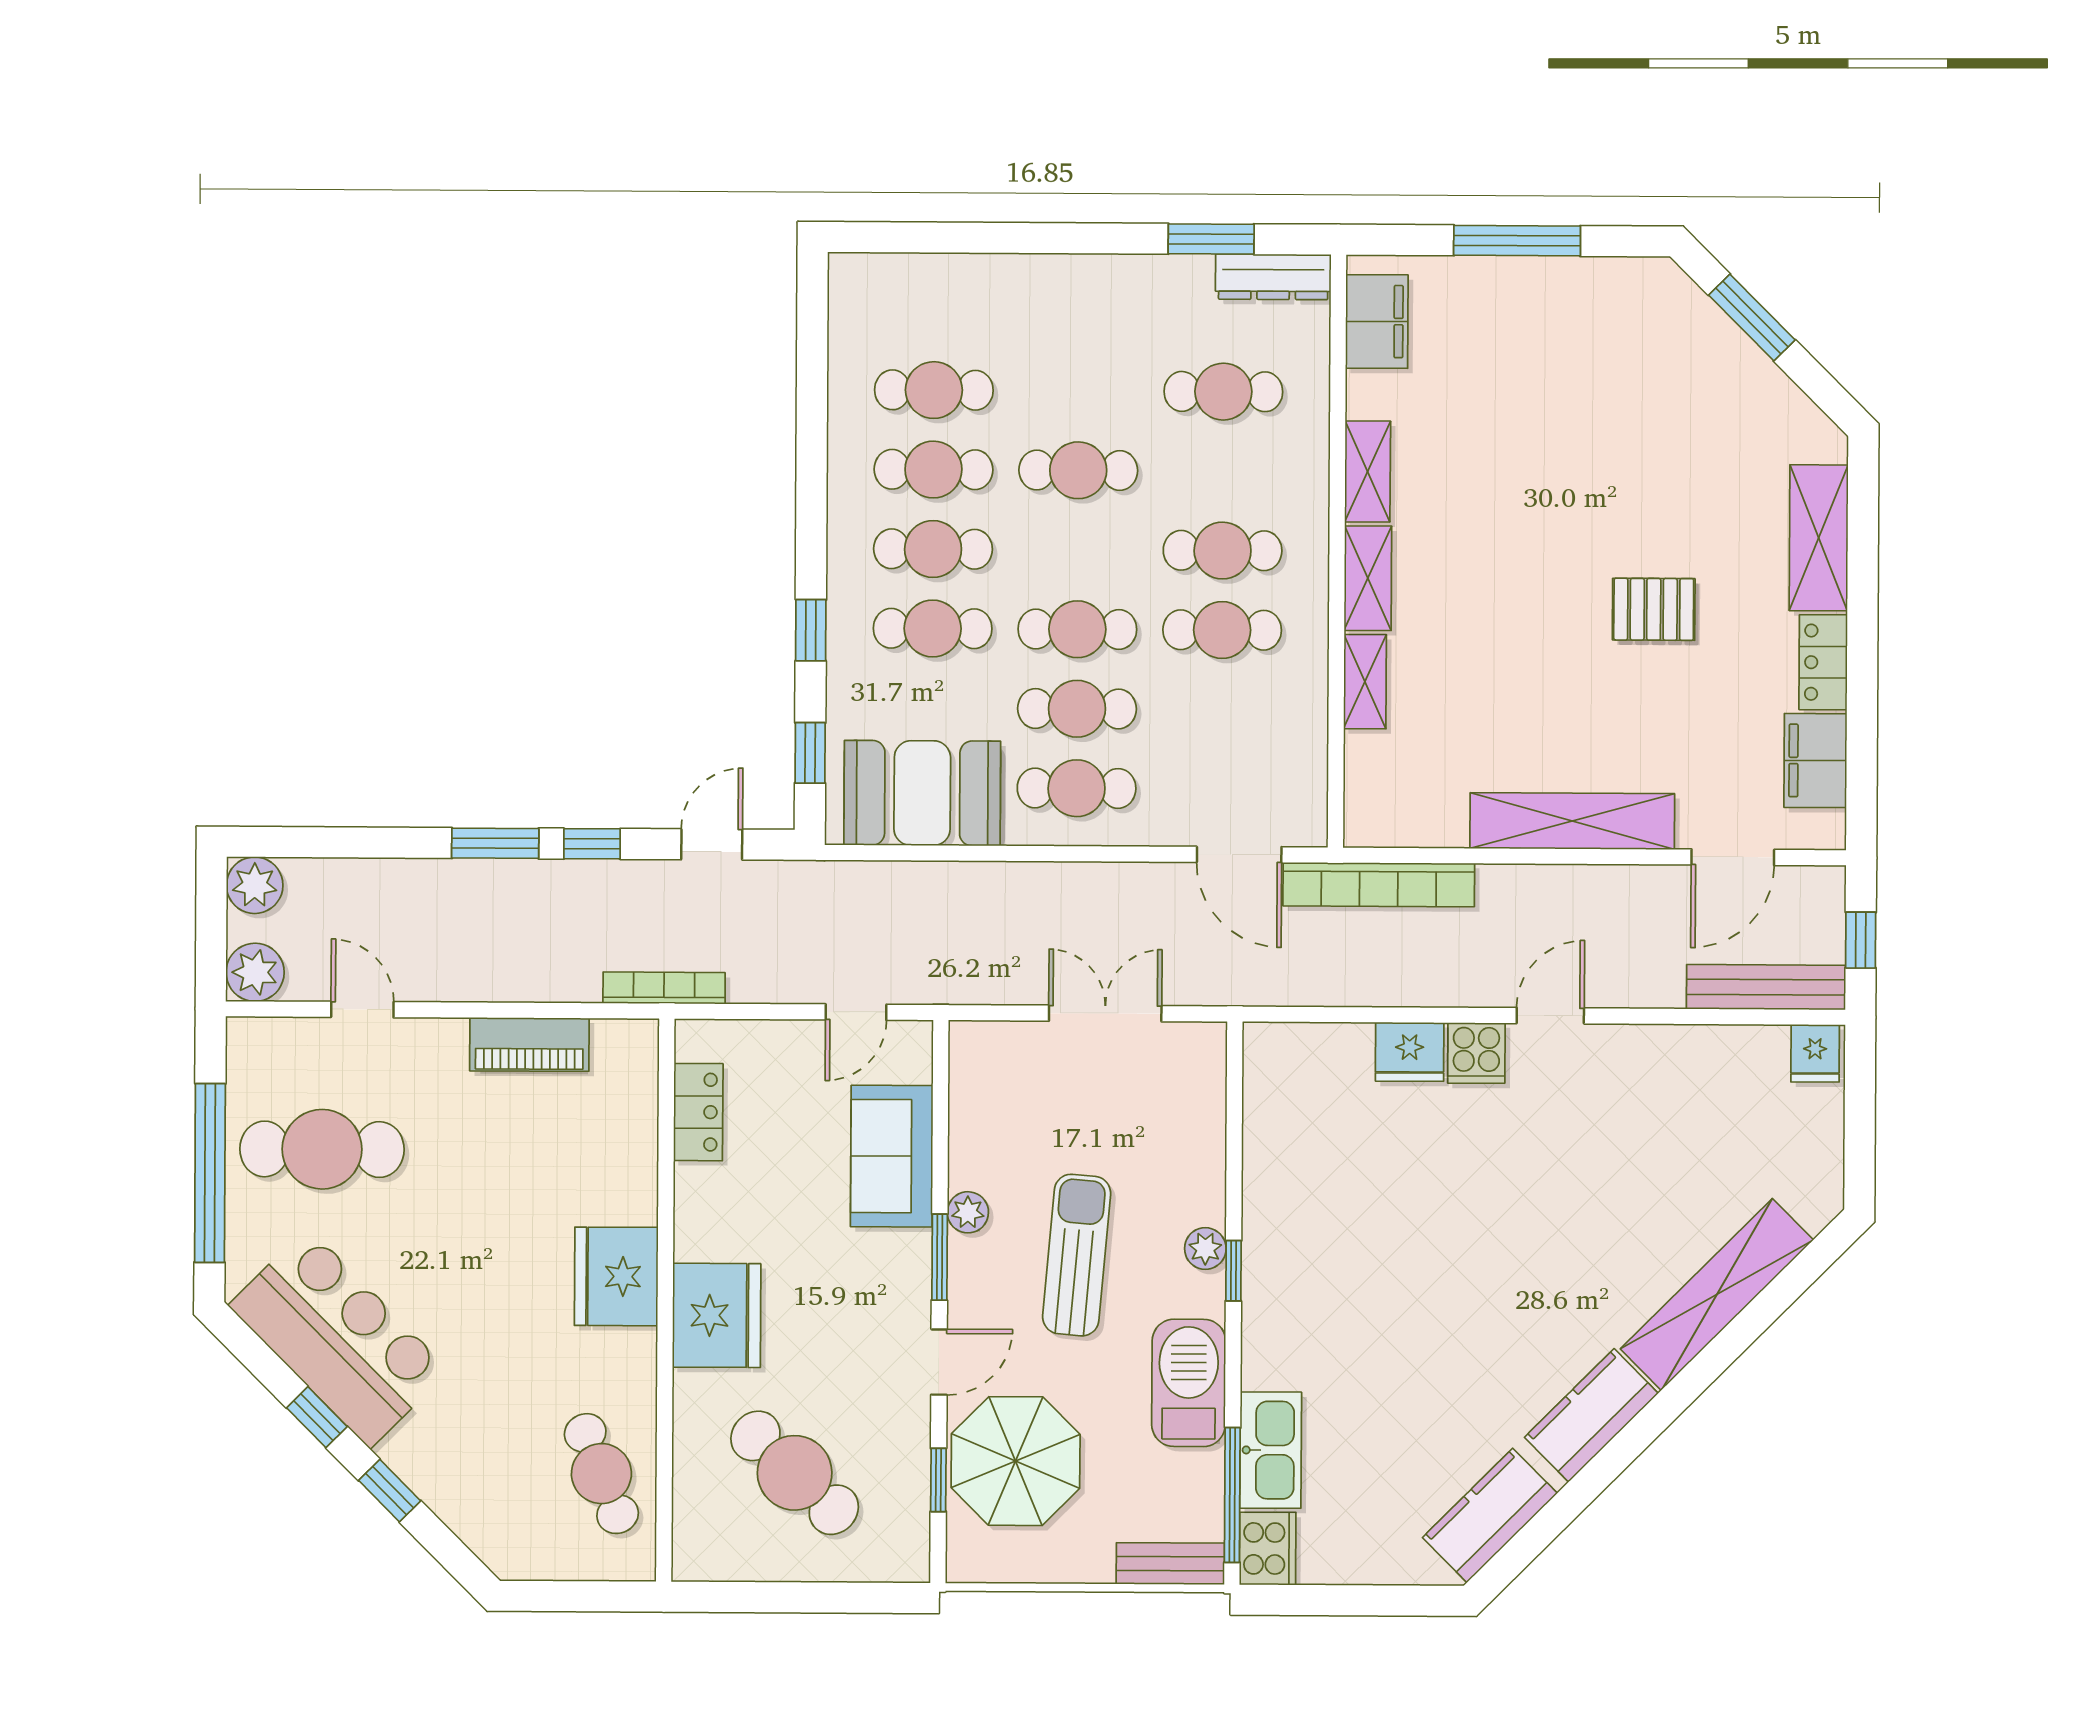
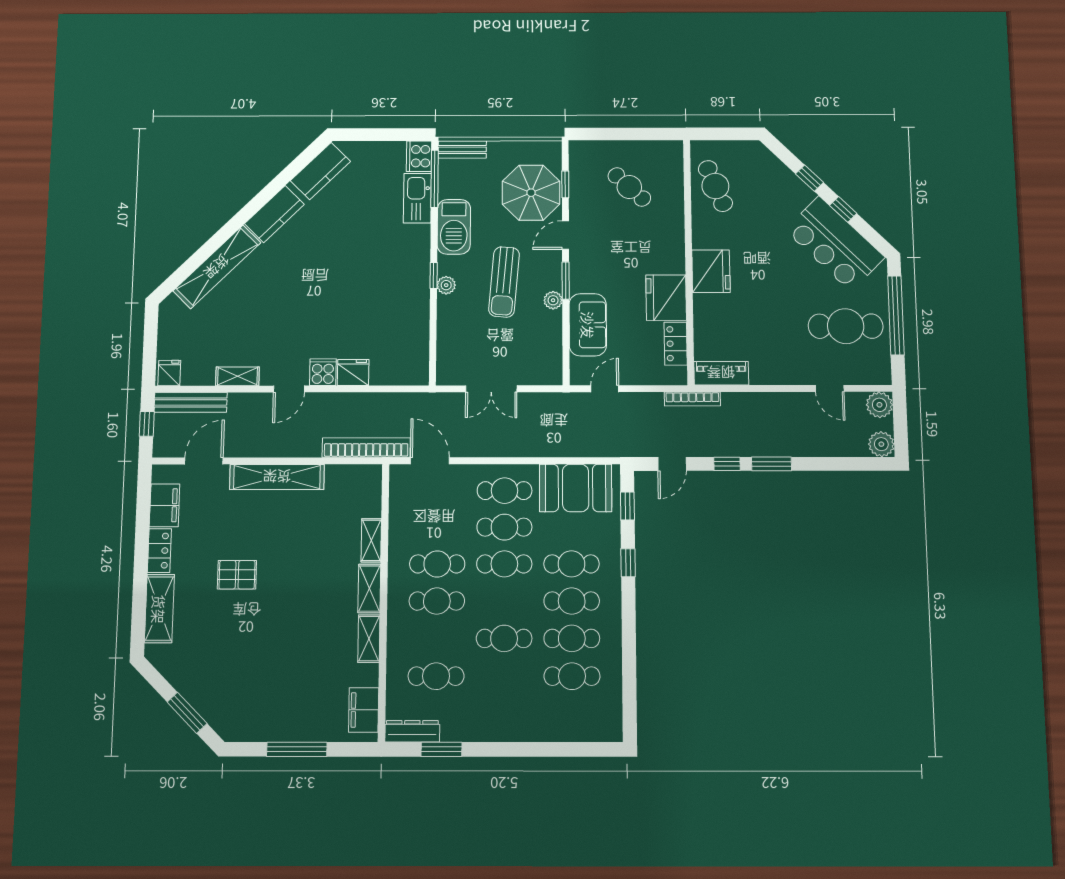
piano: (529, 1045) -> (721, 373), moved
shelving: (1664, 1045) -> (237, 376), added
fridge: (717, 1315) -> (666, 298), moved
cafe table: (795, 1473) -> (629, 187), width x0.73, depth x0.74

